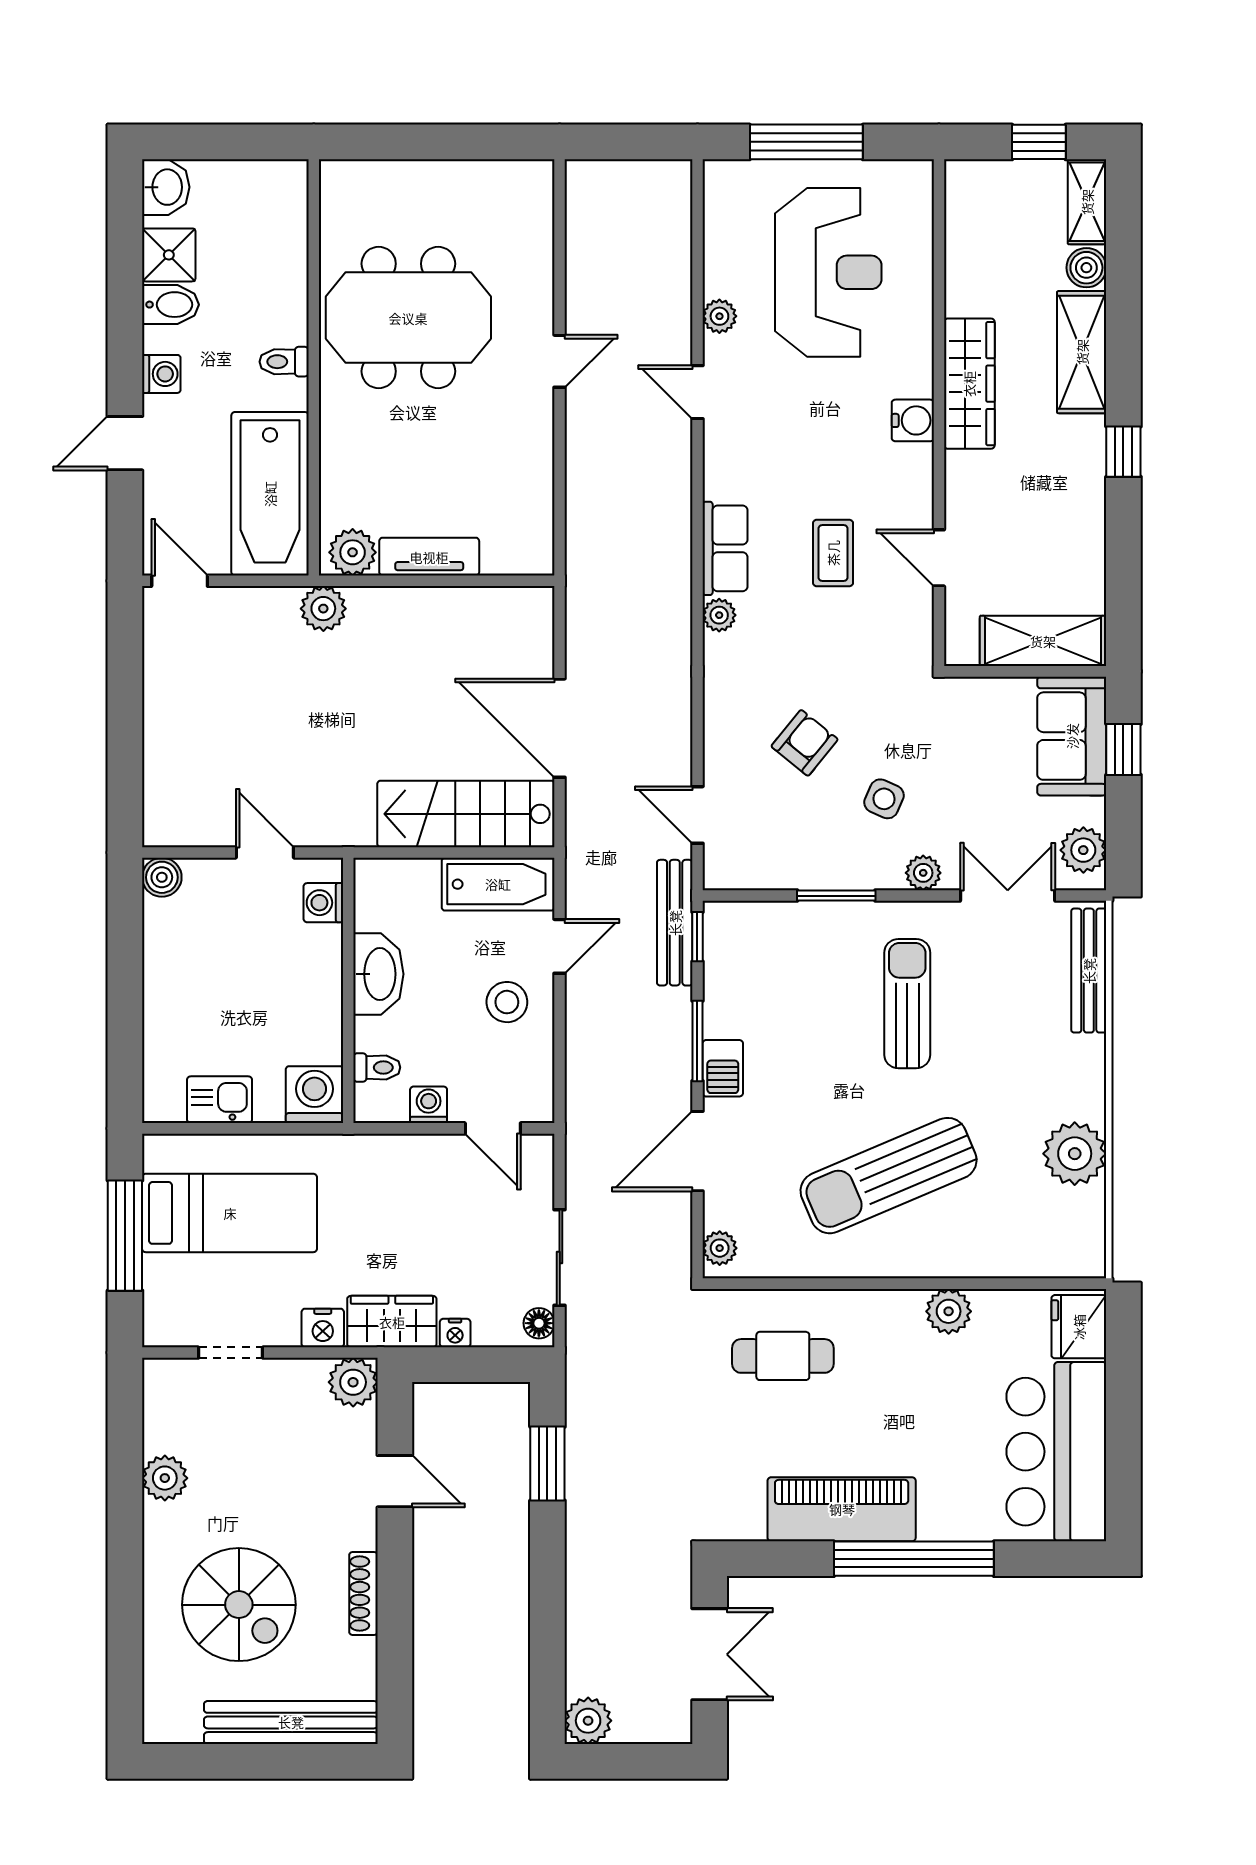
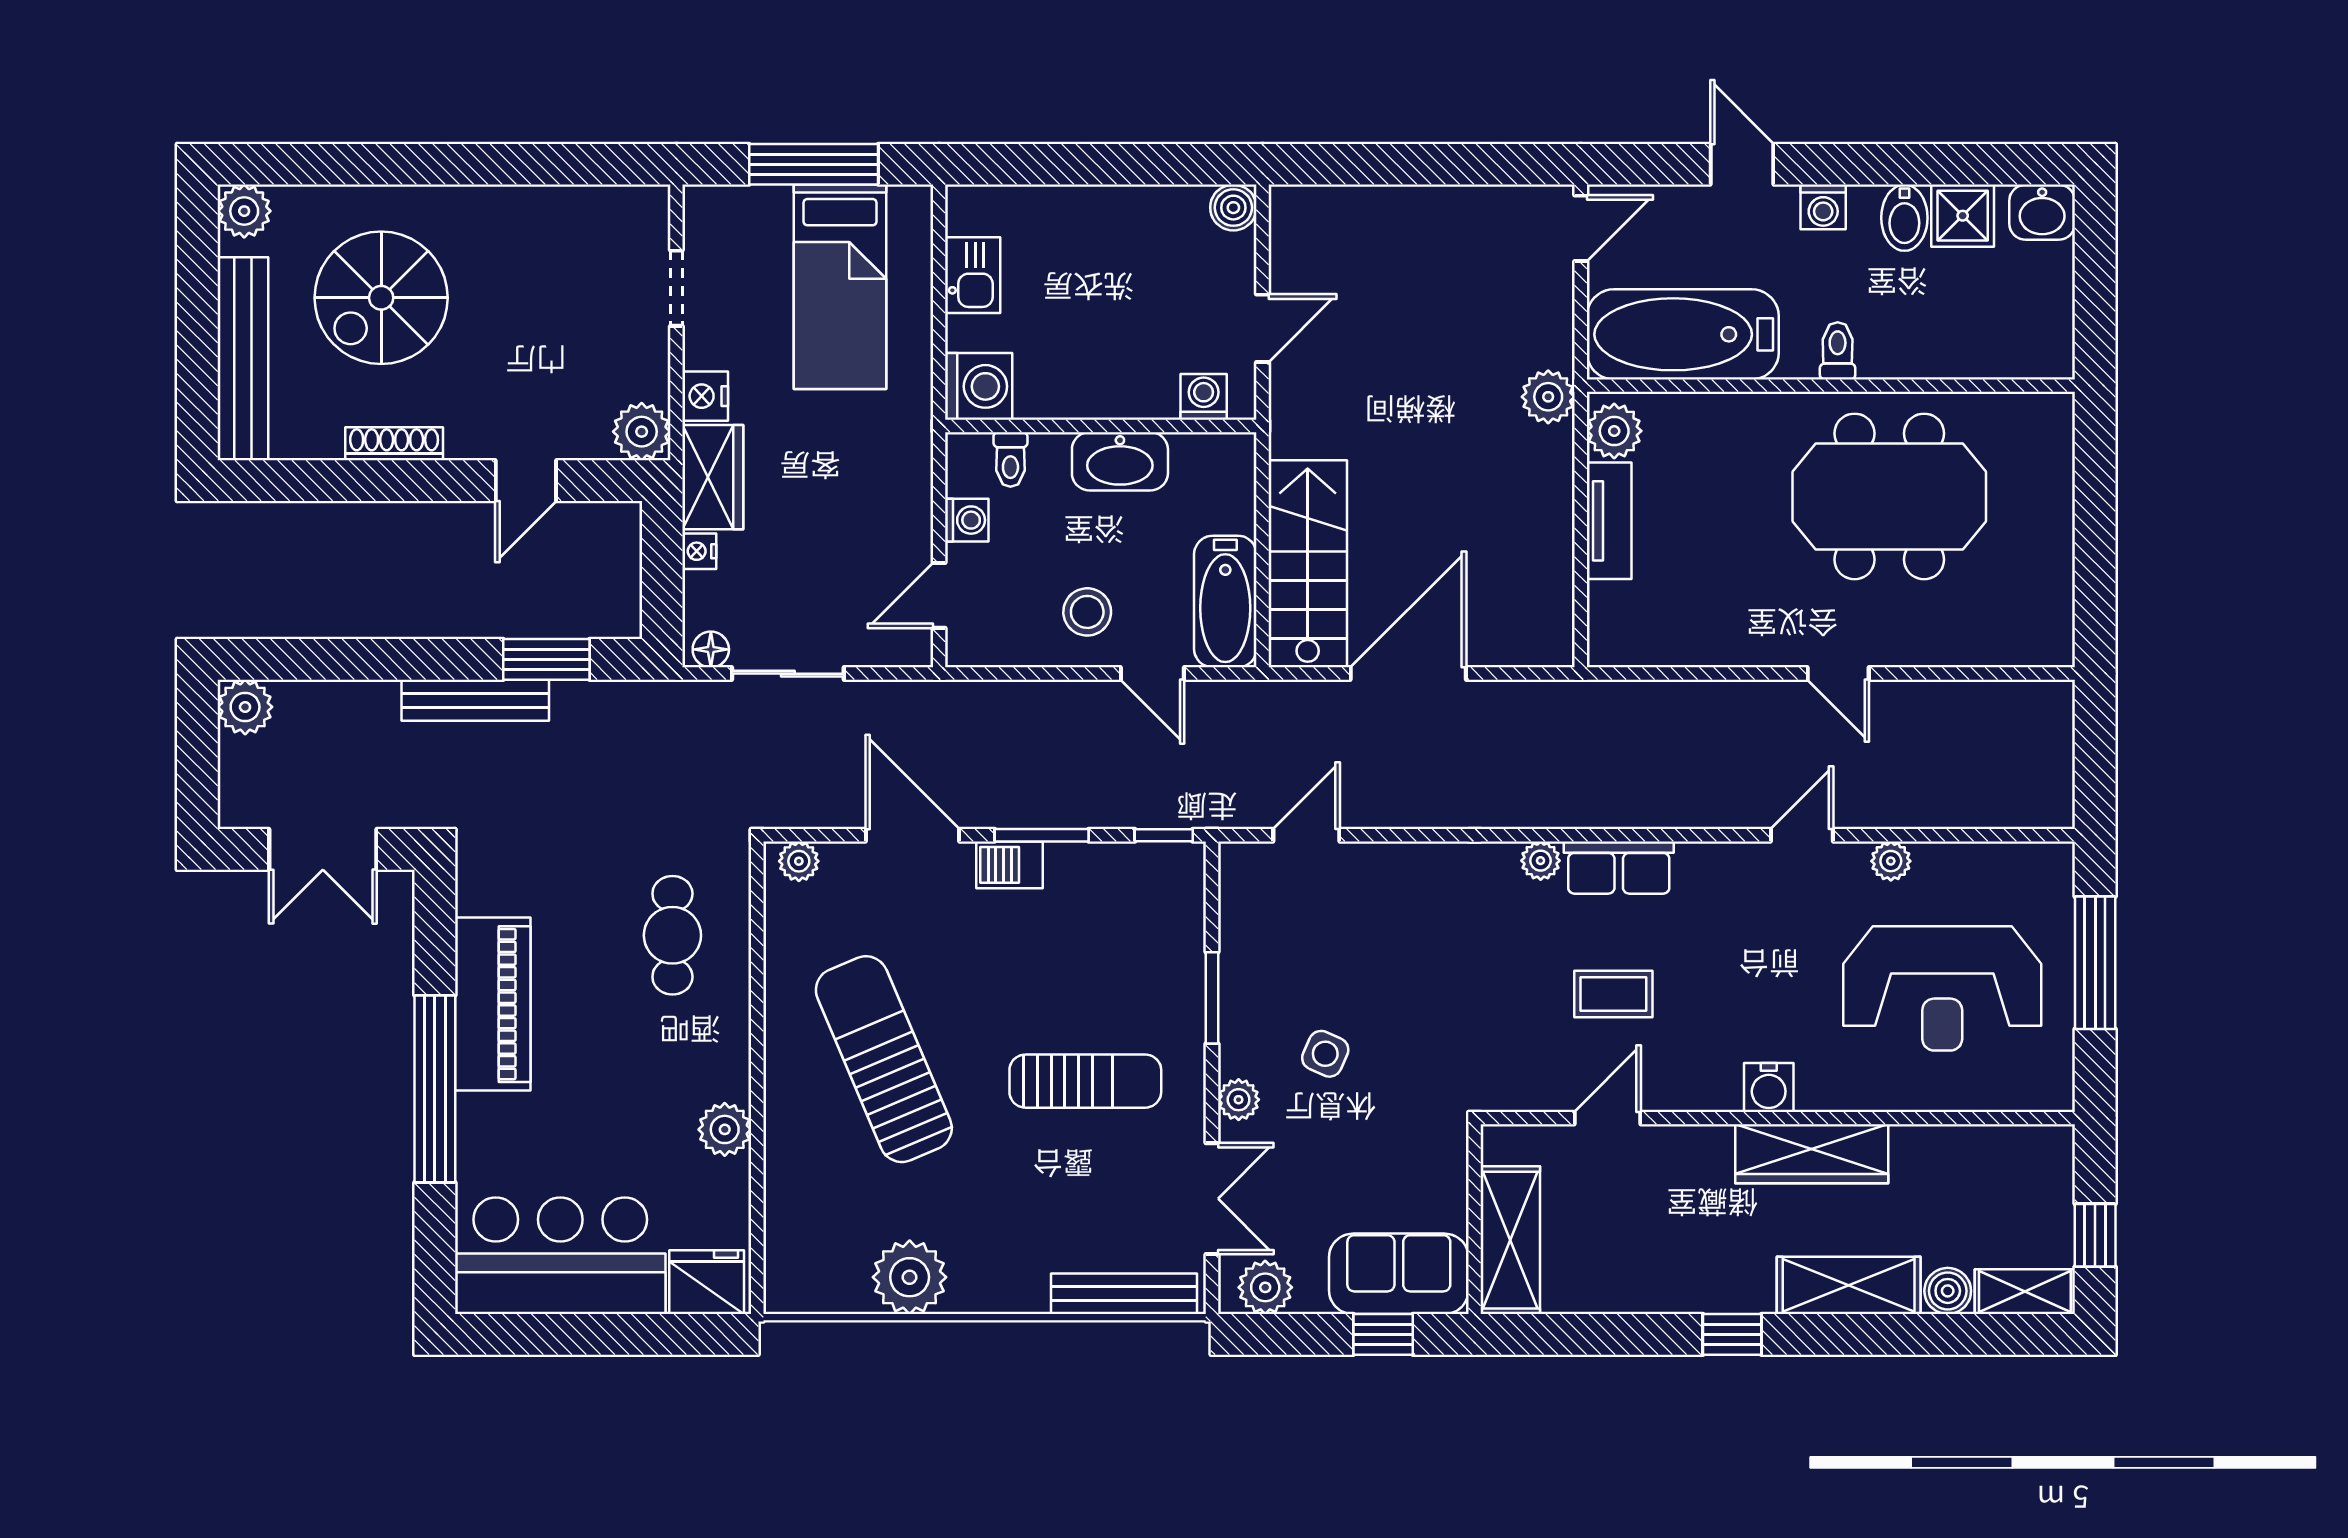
meeting table: (408, 318) -> (1889, 496), turned 90
armchair: (805, 743) -> (1391, 961), removed
bench: (675, 923) -> (475, 700), moved
plant: (165, 1478) -> (244, 211), moved

